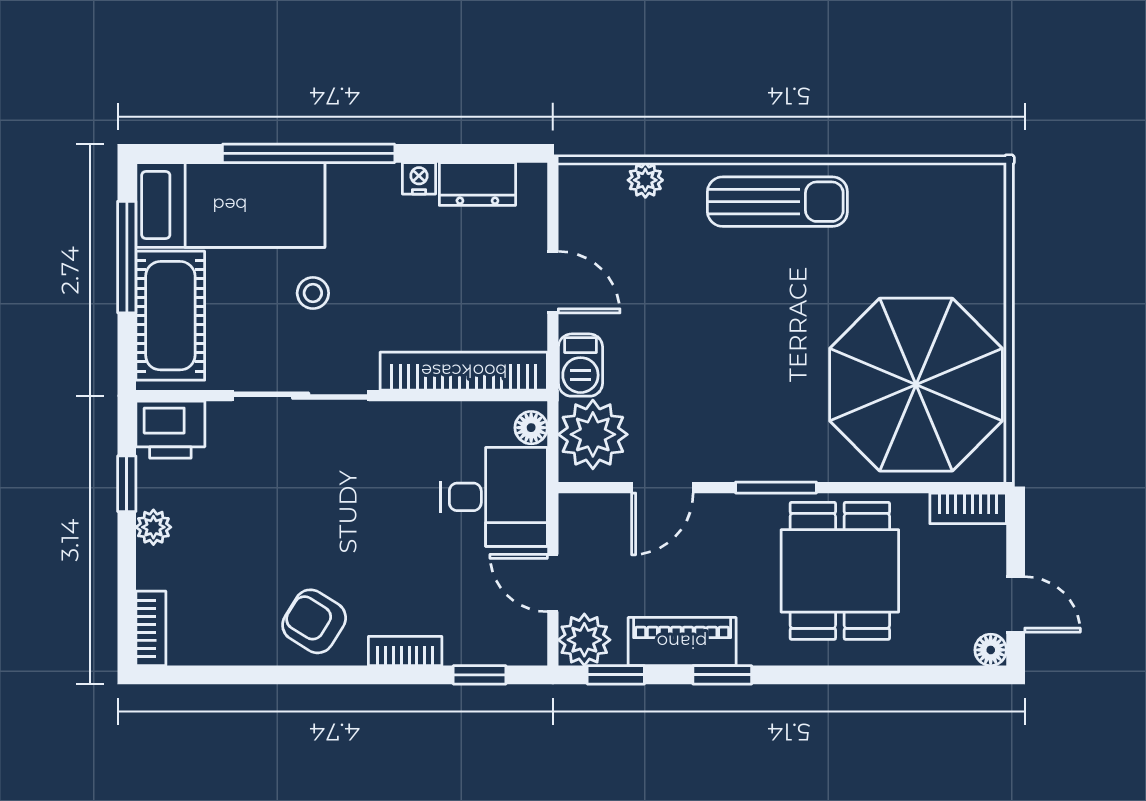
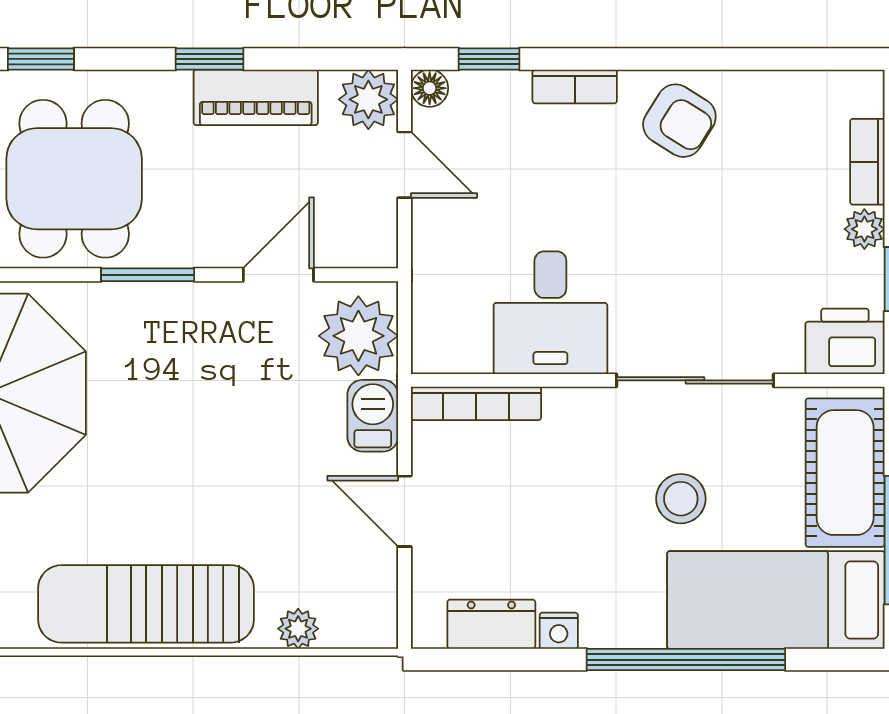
sun lounger: (777, 202) -> (146, 604), width x1.36, depth x1.34
stool: (313, 293) -> (681, 499), width x1.37, depth x1.37
bookcase: (464, 371) -> (476, 403), width x0.68, depth x0.76
floor lamp: (531, 428) -> (430, 88), moved
desk: (494, 497) -> (550, 313), moved, turned -90
bookcase: (151, 628) -> (867, 162), moved
window: (616, 675) -> (41, 59), moved

